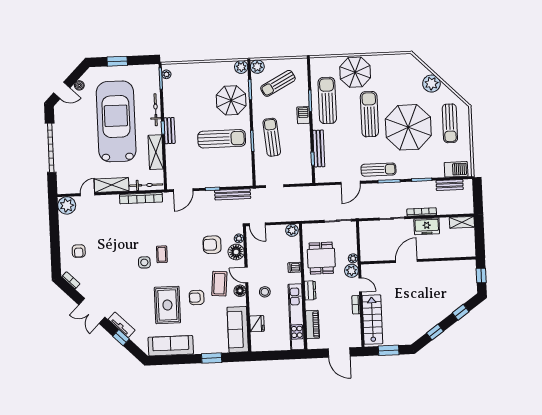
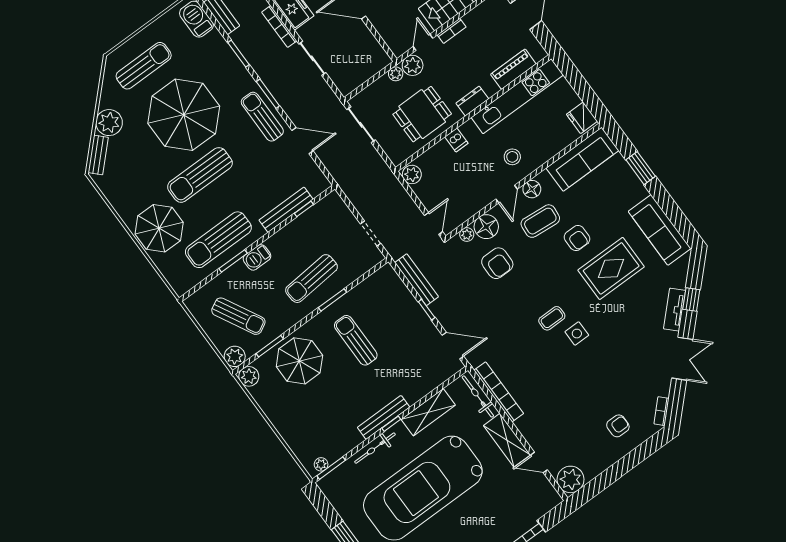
bench: (418, 66) -> (98, 155), added
bench: (169, 131) -> (384, 417), width x1.36
sun lounger: (222, 139) -> (356, 340), width x0.73, depth x0.75
fridge: (257, 324) -> (582, 118), moved, turned -90

